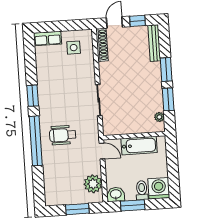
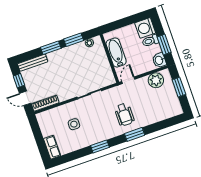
side table: (74, 48) -> (74, 124), moved
window: (36, 141) -> (135, 134), width x0.47

